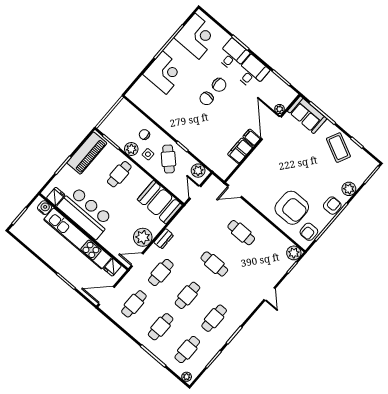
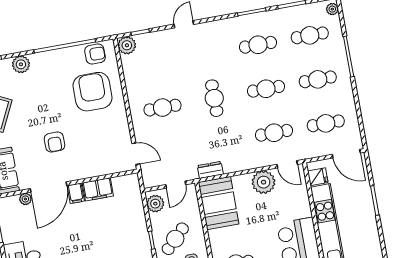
armchair: (332, 206) -> (54, 142), moved, turned -90
cafe table: (241, 233) -> (162, 108), turned 90
dresser: (164, 239) -> (210, 170), moved

